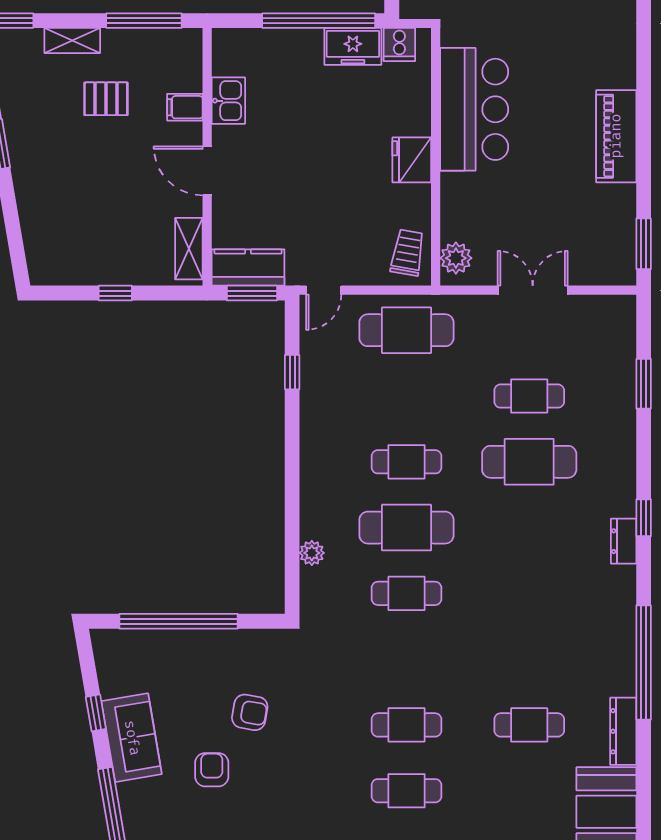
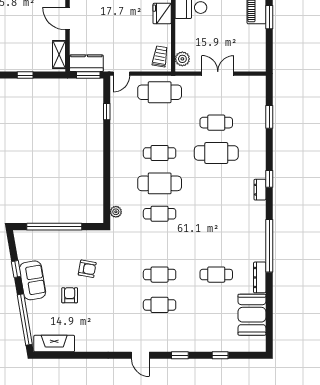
window: (644, 244) -> (269, 17), moved
plant: (312, 553) -> (116, 212), moved

